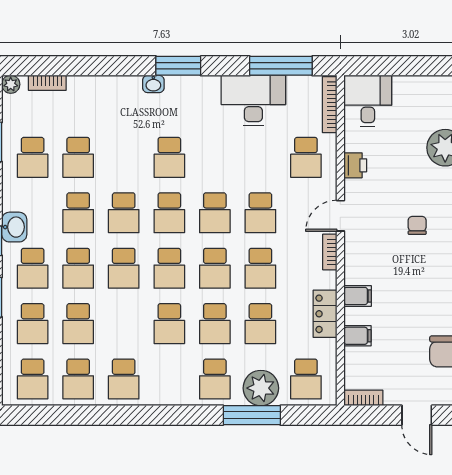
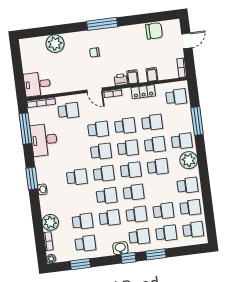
plant: (85, 92) -> (50, 222), added
printer: (355, 165) -> (121, 80), moved
plant: (261, 388) -> (189, 160), moved

